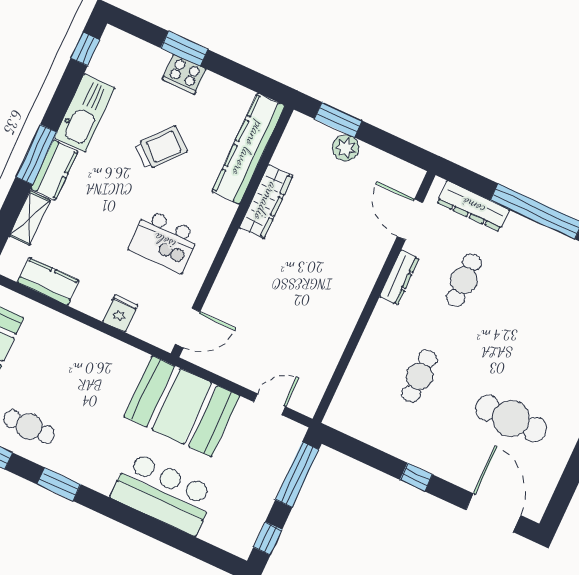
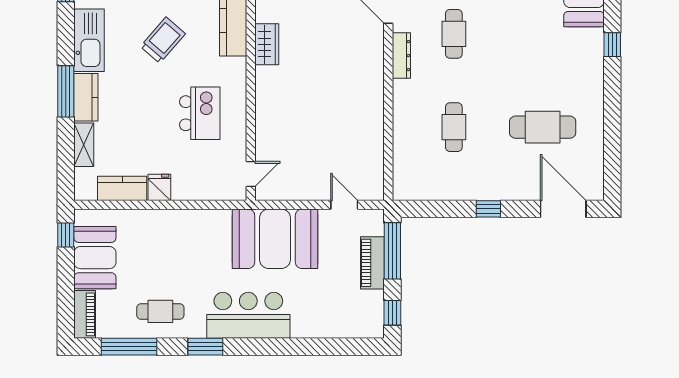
wardrobe: (266, 202) -> (267, 44), width x0.67
kitchen island: (164, 241) -> (200, 113), turned -90
fridge: (120, 313) -> (159, 187), moved
door: (188, 328) -> (251, 174), width x0.73
door: (269, 404) -> (344, 205), hinge flipped
piano: (271, 477) -> (372, 263), added
bar counter: (163, 493) -> (248, 315), moved

